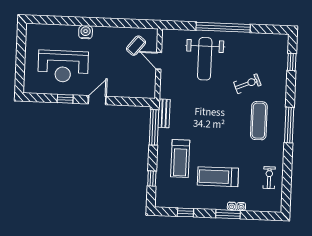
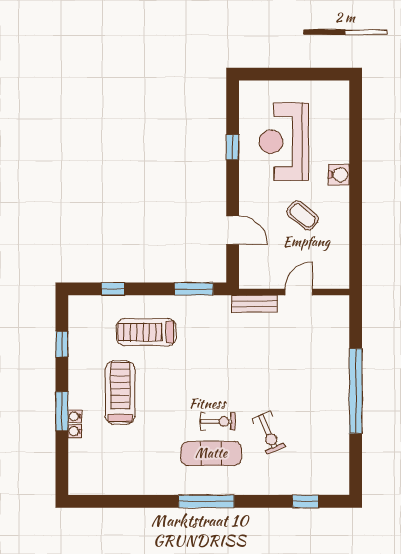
coffee table: (136, 46) -> (303, 215), moved
weight bench: (205, 59) -> (305, 364), removed
door: (97, 100) -> (233, 230), moved
bench: (164, 113) -> (254, 304), moved
window: (154, 127) -> (194, 289), width x0.69
exercise bike: (269, 178) -> (218, 421), moved

